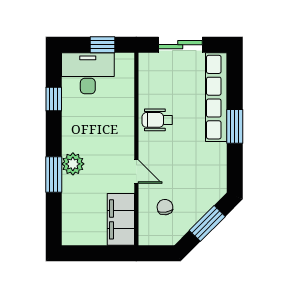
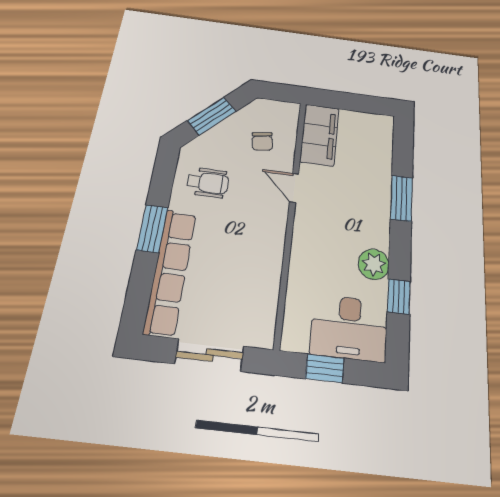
wheelchair: (157, 120) -> (208, 183), moved
plant: (73, 164) -> (374, 264), moved

